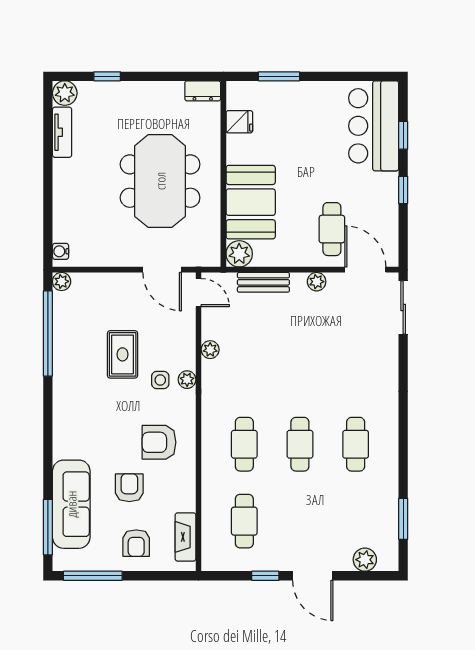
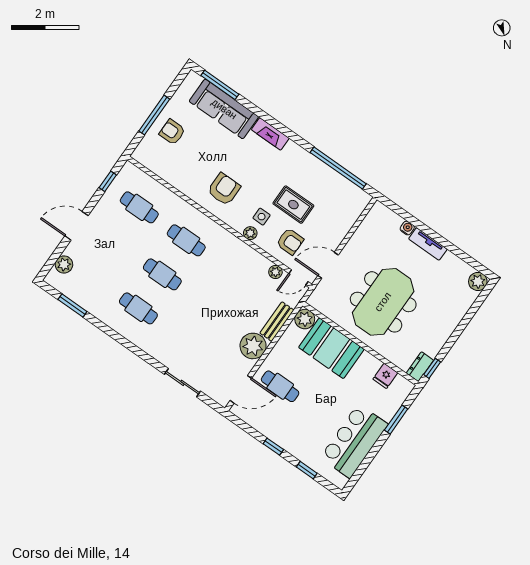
window: (107, 76) -> (432, 368), moved
bar counter: (374, 126) -> (354, 441), moved, turned -90
tv unit: (62, 132) -> (428, 244), moved
meeting table: (160, 181) -> (383, 302), turned 90
water cooler: (61, 251) -> (407, 228), moved
plant: (62, 281) -> (364, 199), removed
plant: (317, 282) -> (253, 346), width x1.87, depth x1.87
sliding door: (403, 308) -> (182, 383), moved
plant: (210, 350) -> (275, 272), moved
armchair: (129, 488) -> (290, 242), moved
fireplace: (186, 537) -> (270, 134), moved, turned 180
window: (93, 576) -> (154, 115), moved
window: (265, 576) -> (108, 181), moved

